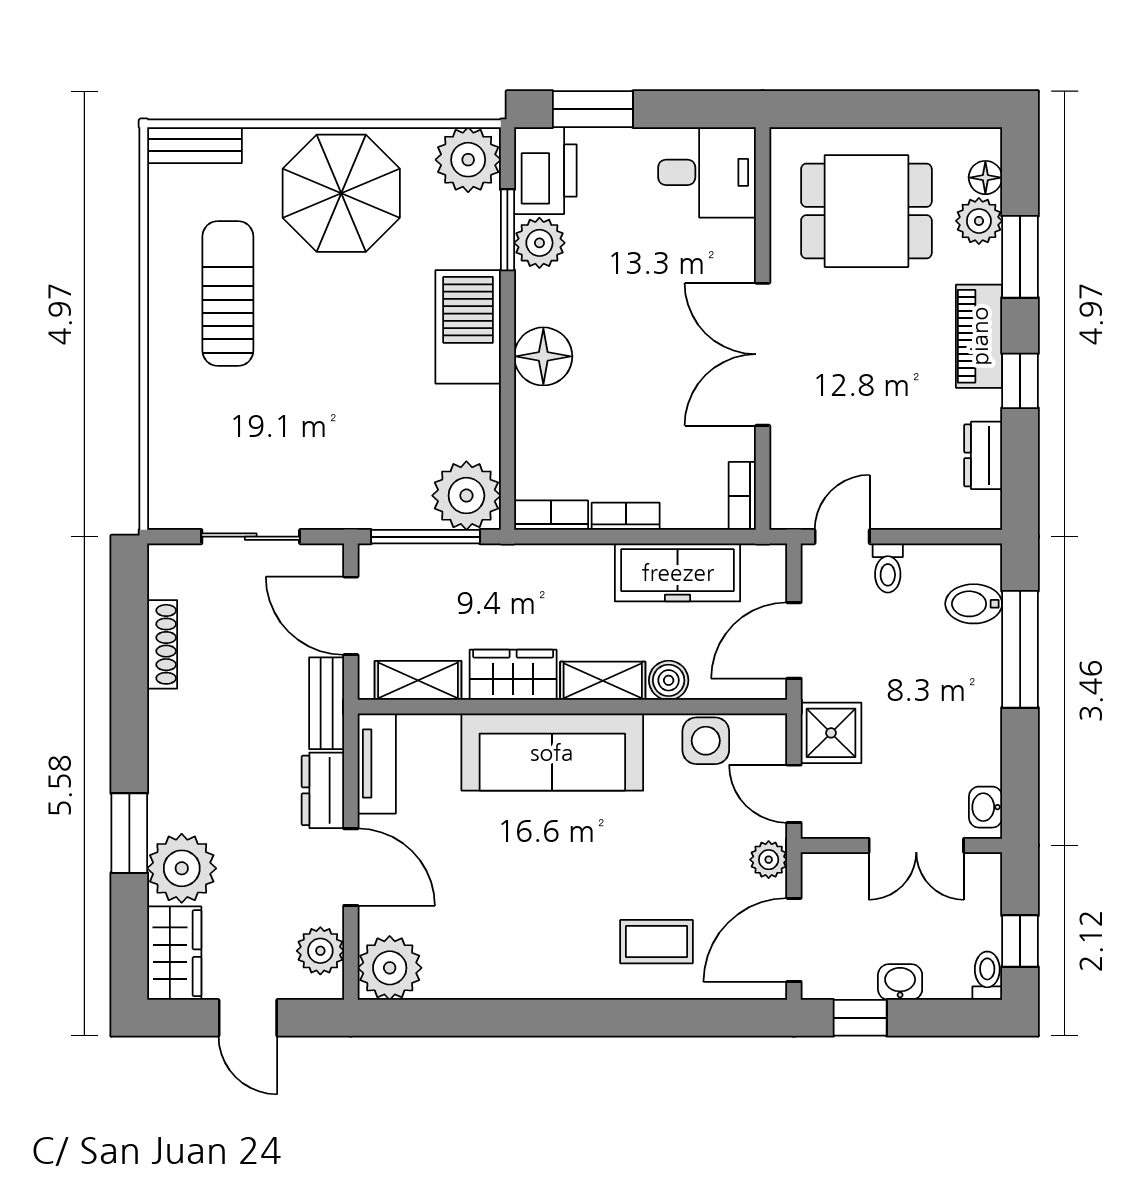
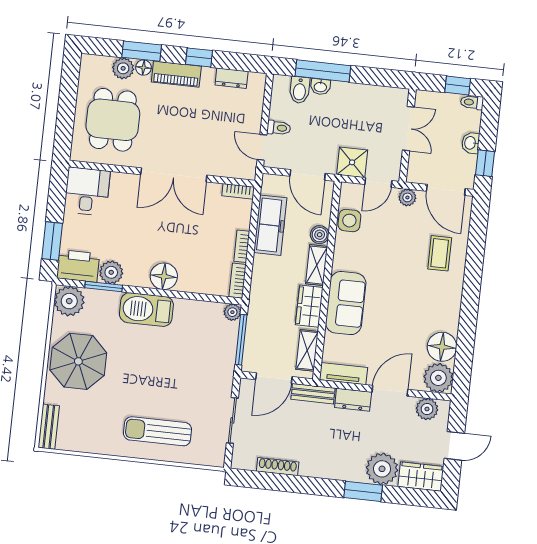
floor lamp: (985, 178) -> (144, 68), moved
sun lounger: (228, 294) -> (158, 431), moved
plant: (466, 496) -> (232, 312), width x0.53, depth x0.53
sofa: (552, 752) -> (346, 303), width x0.73
washbasin: (986, 807) -> (320, 87), moved
floor lamp: (457, 968) -> (442, 347), added

